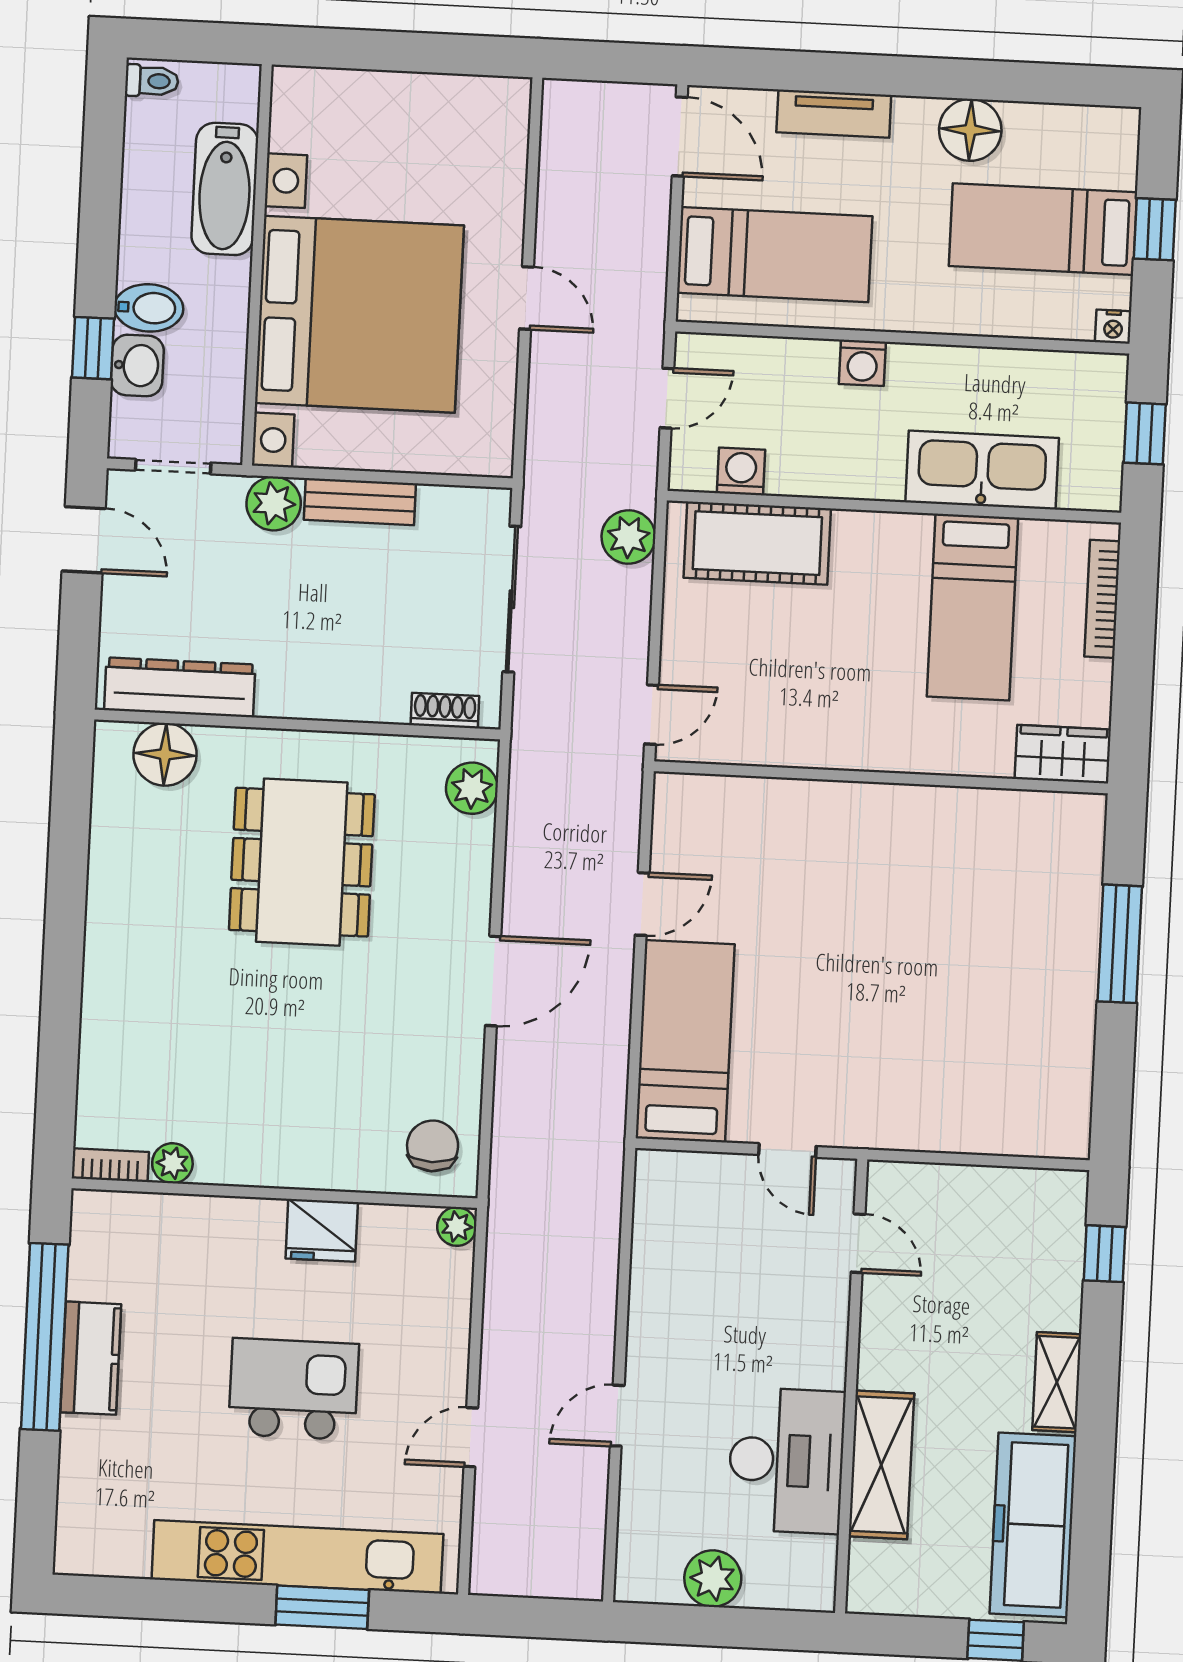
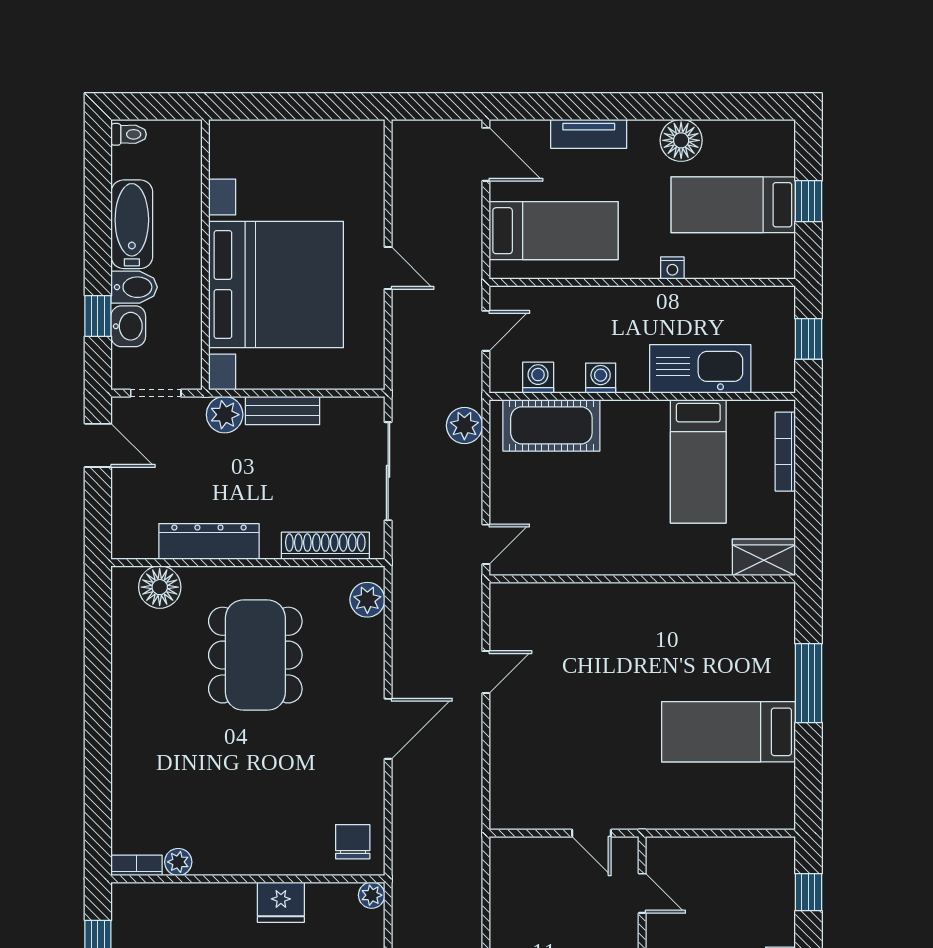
bathtub: (225, 189) -> (132, 224), moved, turned 180
nightstand: (1113, 327) -> (672, 268), moved
washing machine: (862, 363) -> (601, 378), moved, turned 180
dresser: (180, 687) -> (209, 541), moved
shoe rack: (445, 711) -> (325, 546), width x1.94, depth x1.24
bed: (685, 1041) -> (729, 732), moved, turned -90

